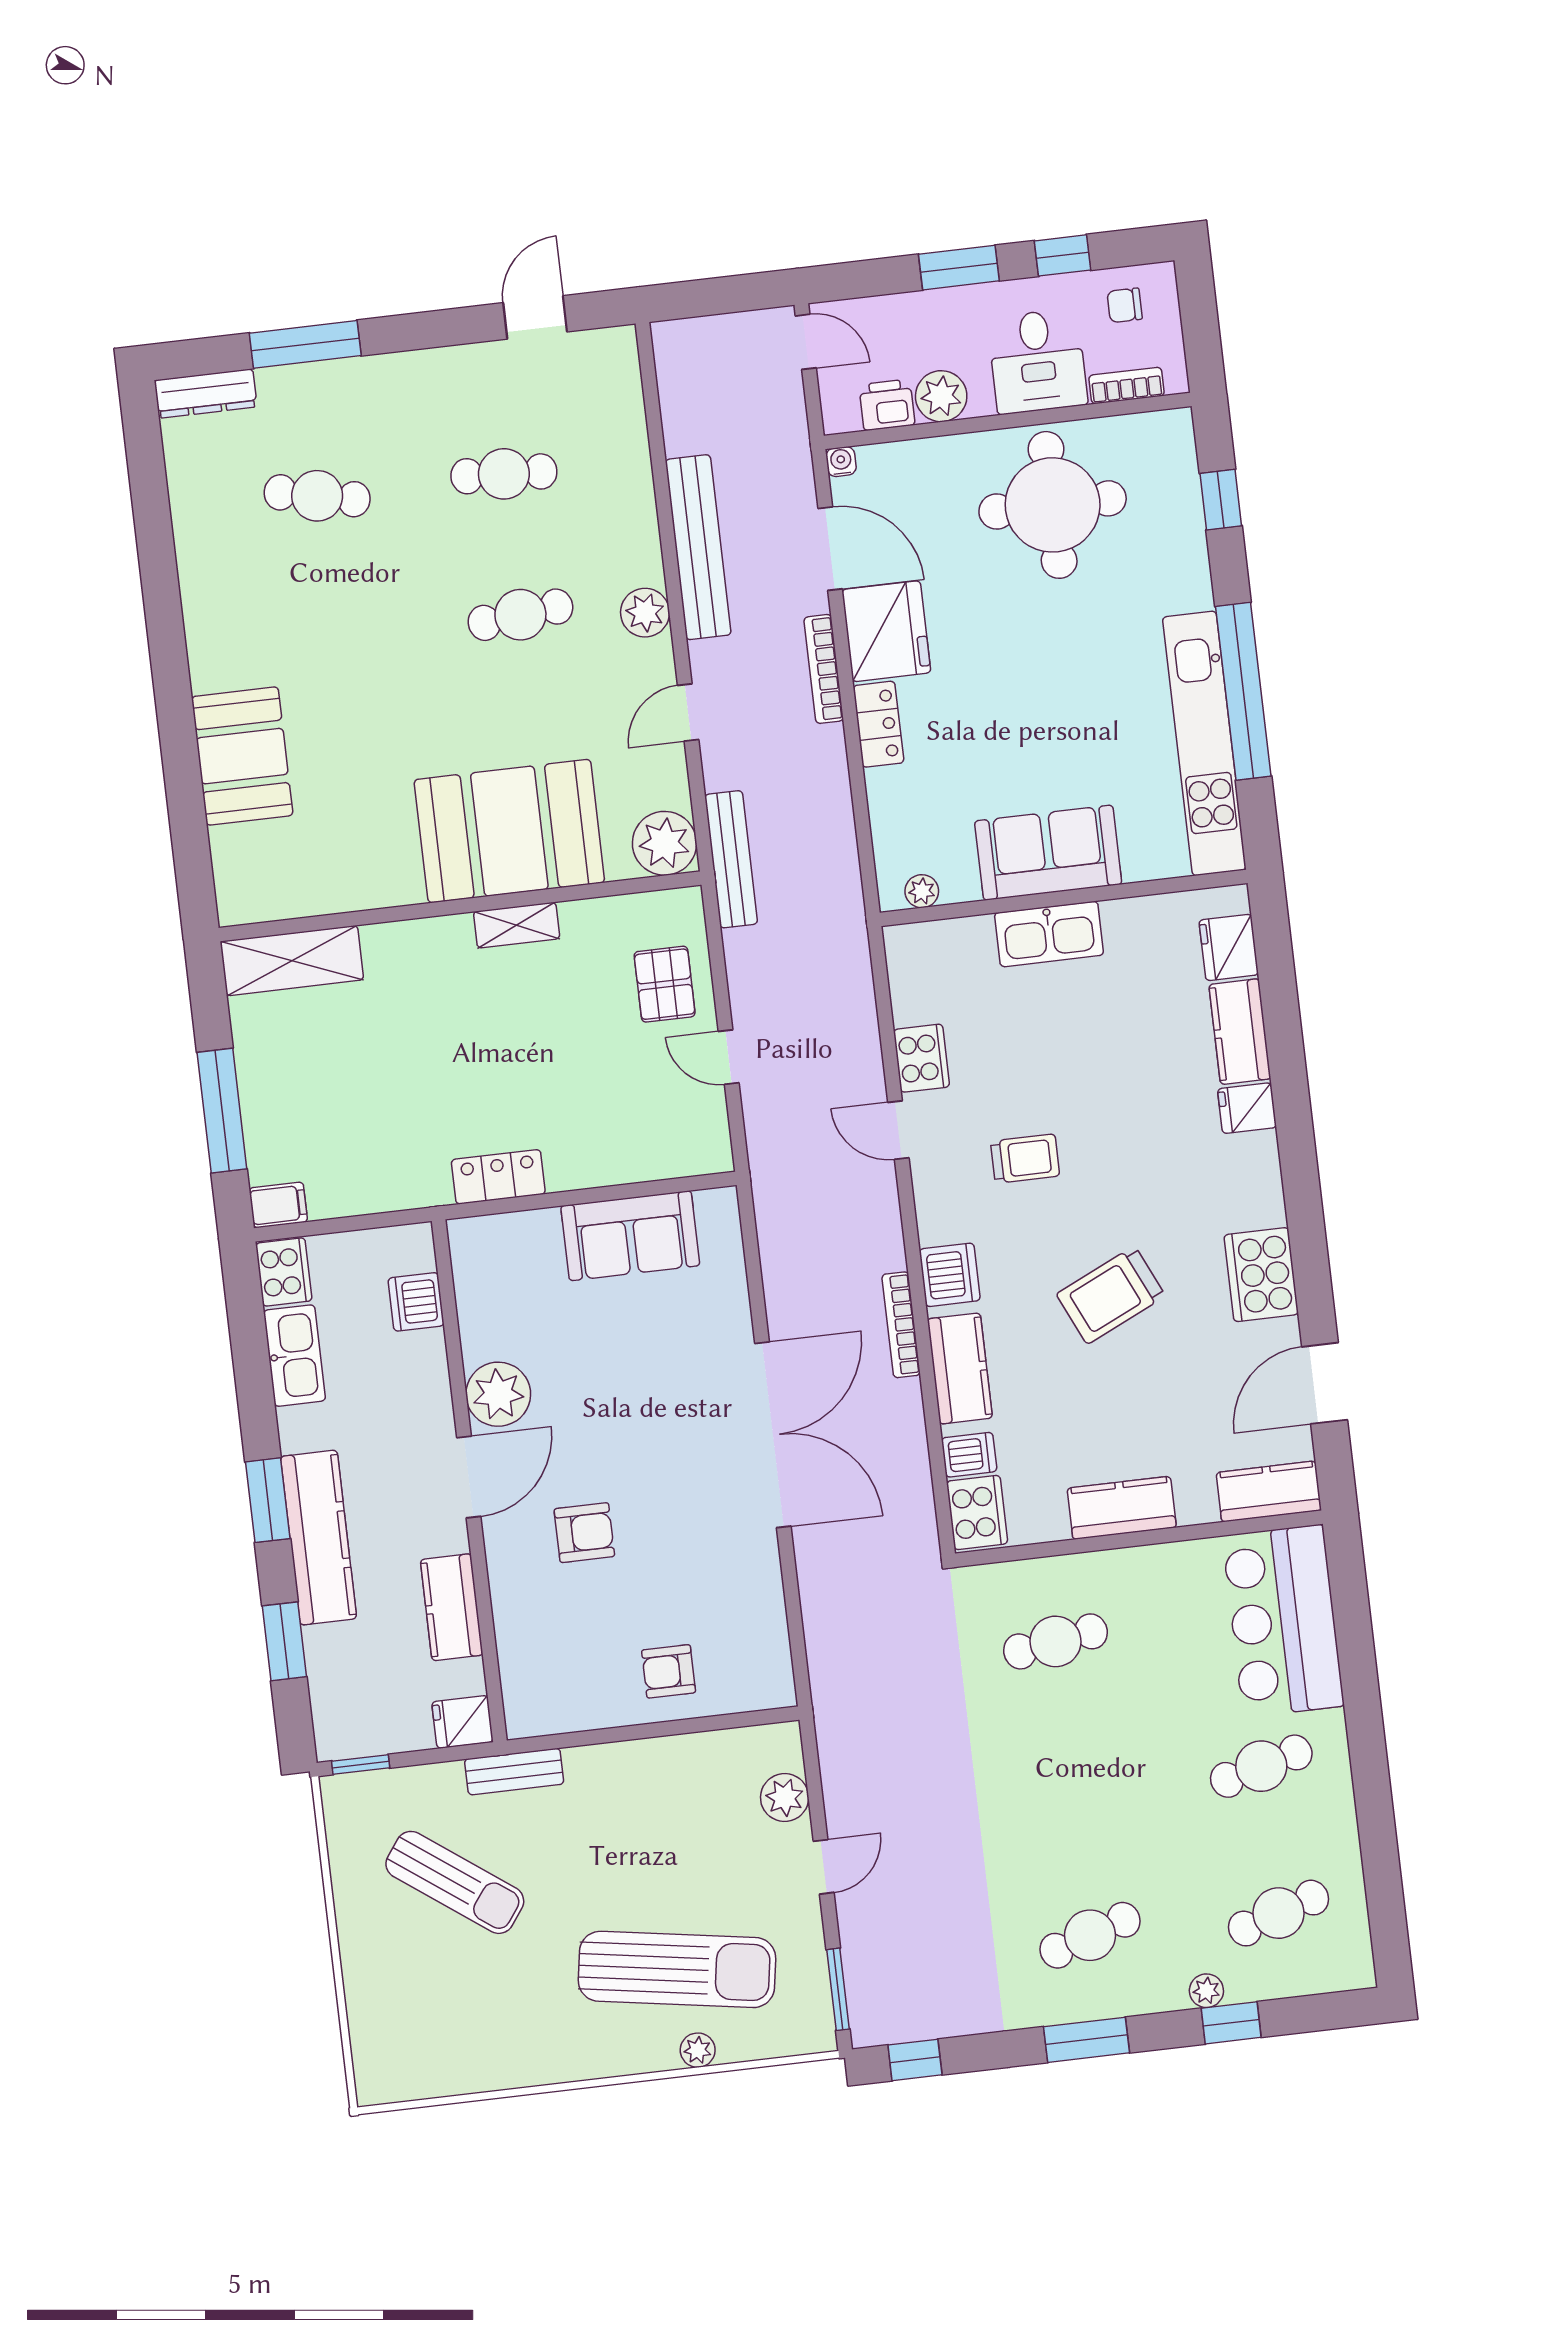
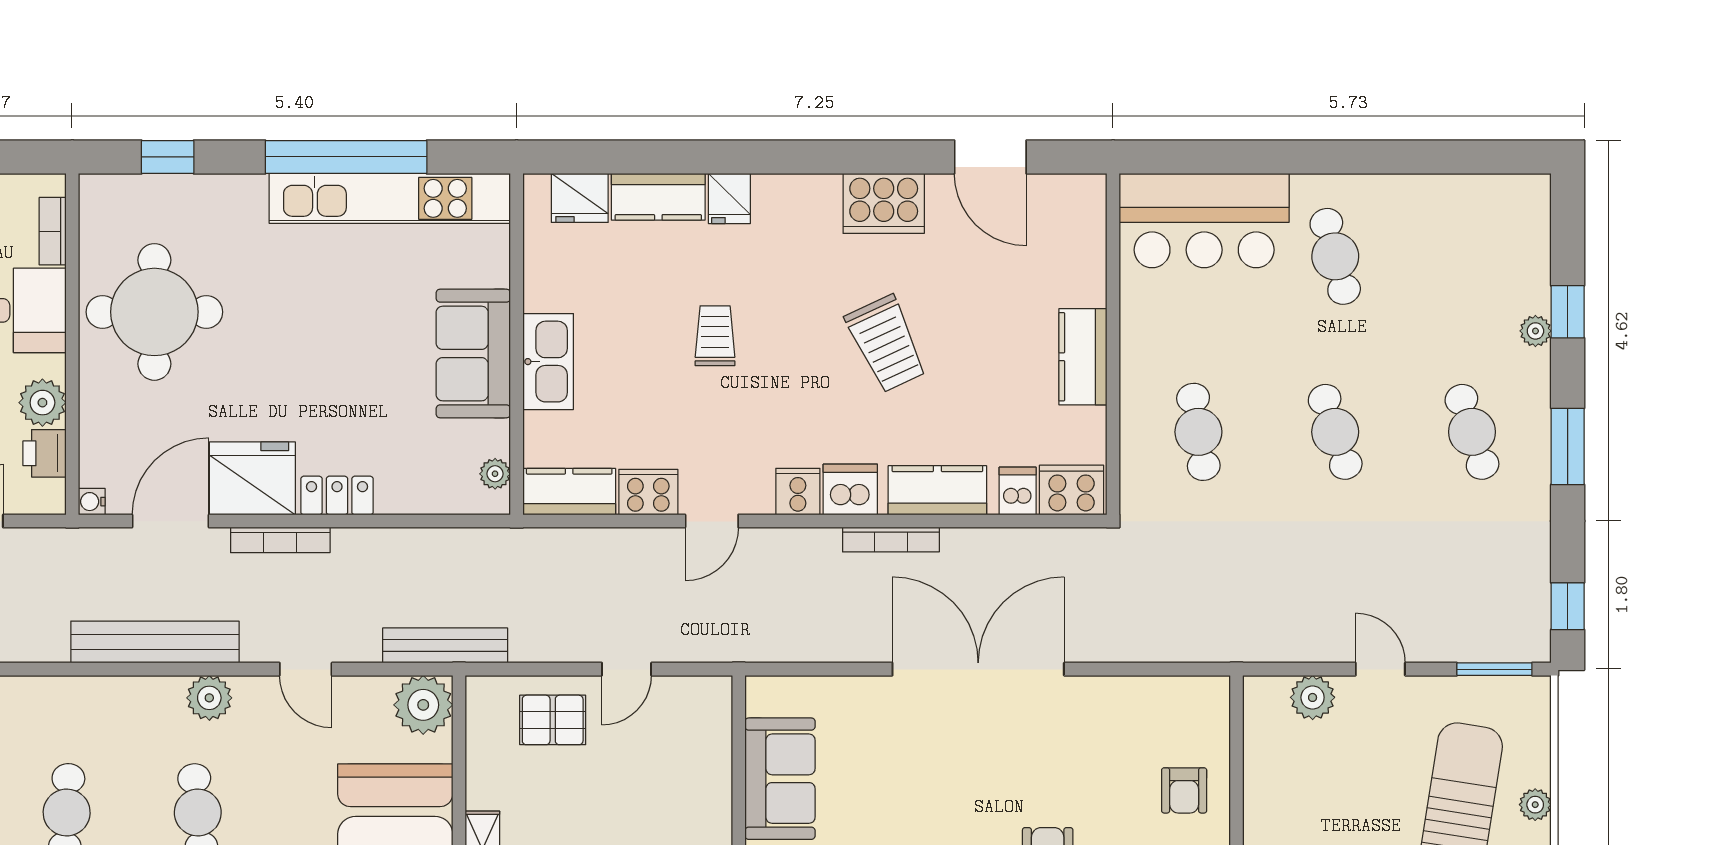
trolley: (1025, 1159) -> (715, 336), moved
cooker: (941, 1219) -> (798, 492), added
kitchen counter: (1269, 1491) -> (569, 492), moved, turned 90
cafe table: (1279, 1913) -> (1335, 432), moved

